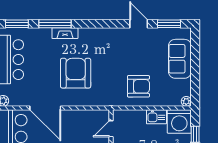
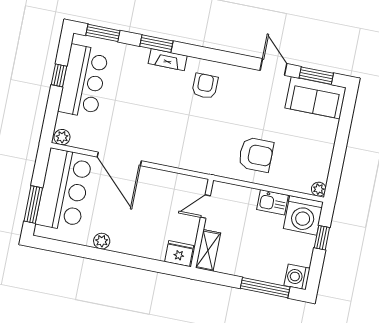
window: (55, 24) -> (156, 44), width x0.69
sofa: (180, 59) -> (316, 98), moved, turned -90
armchair: (76, 73) -> (205, 86), moved, width x0.53, depth x0.53

